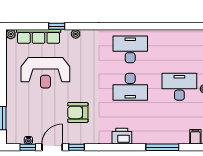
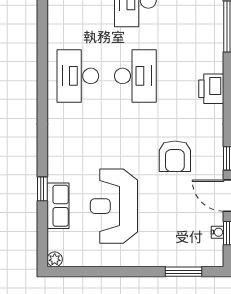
plant: (76, 34) -> (54, 160), removed
row of seats: (39, 36) -> (58, 206), width x0.68
reception desk: (45, 73) -> (114, 206), turned 180

